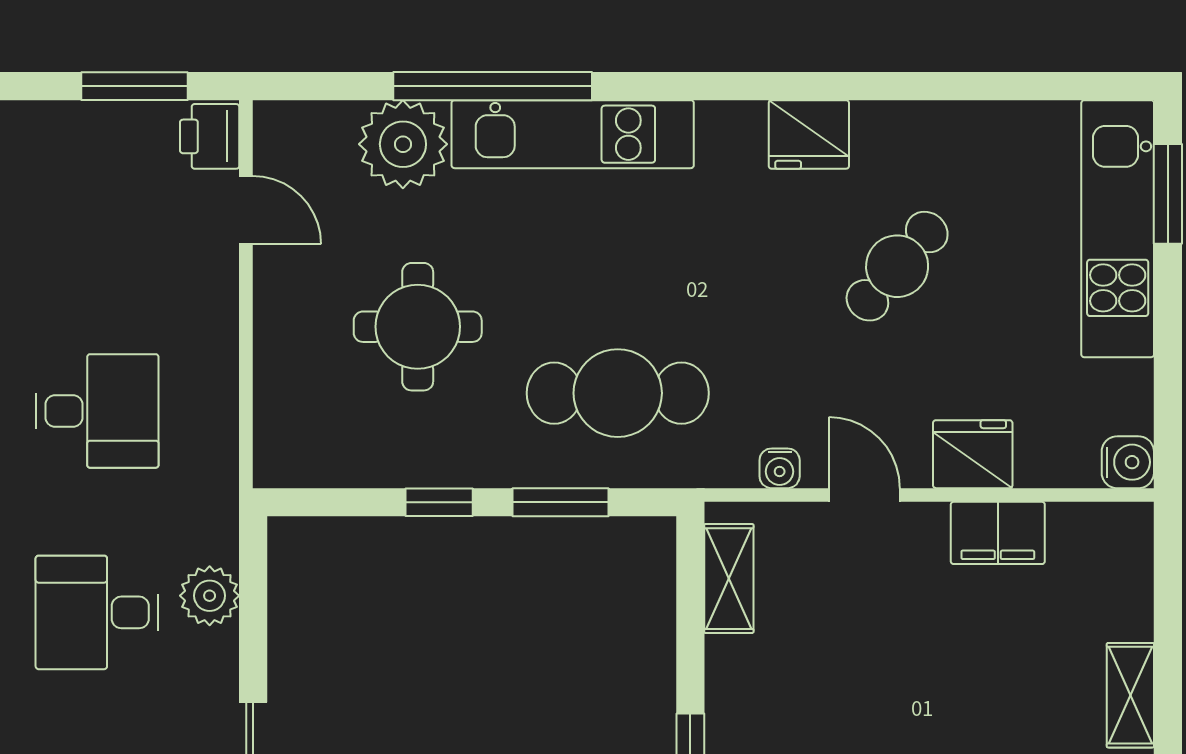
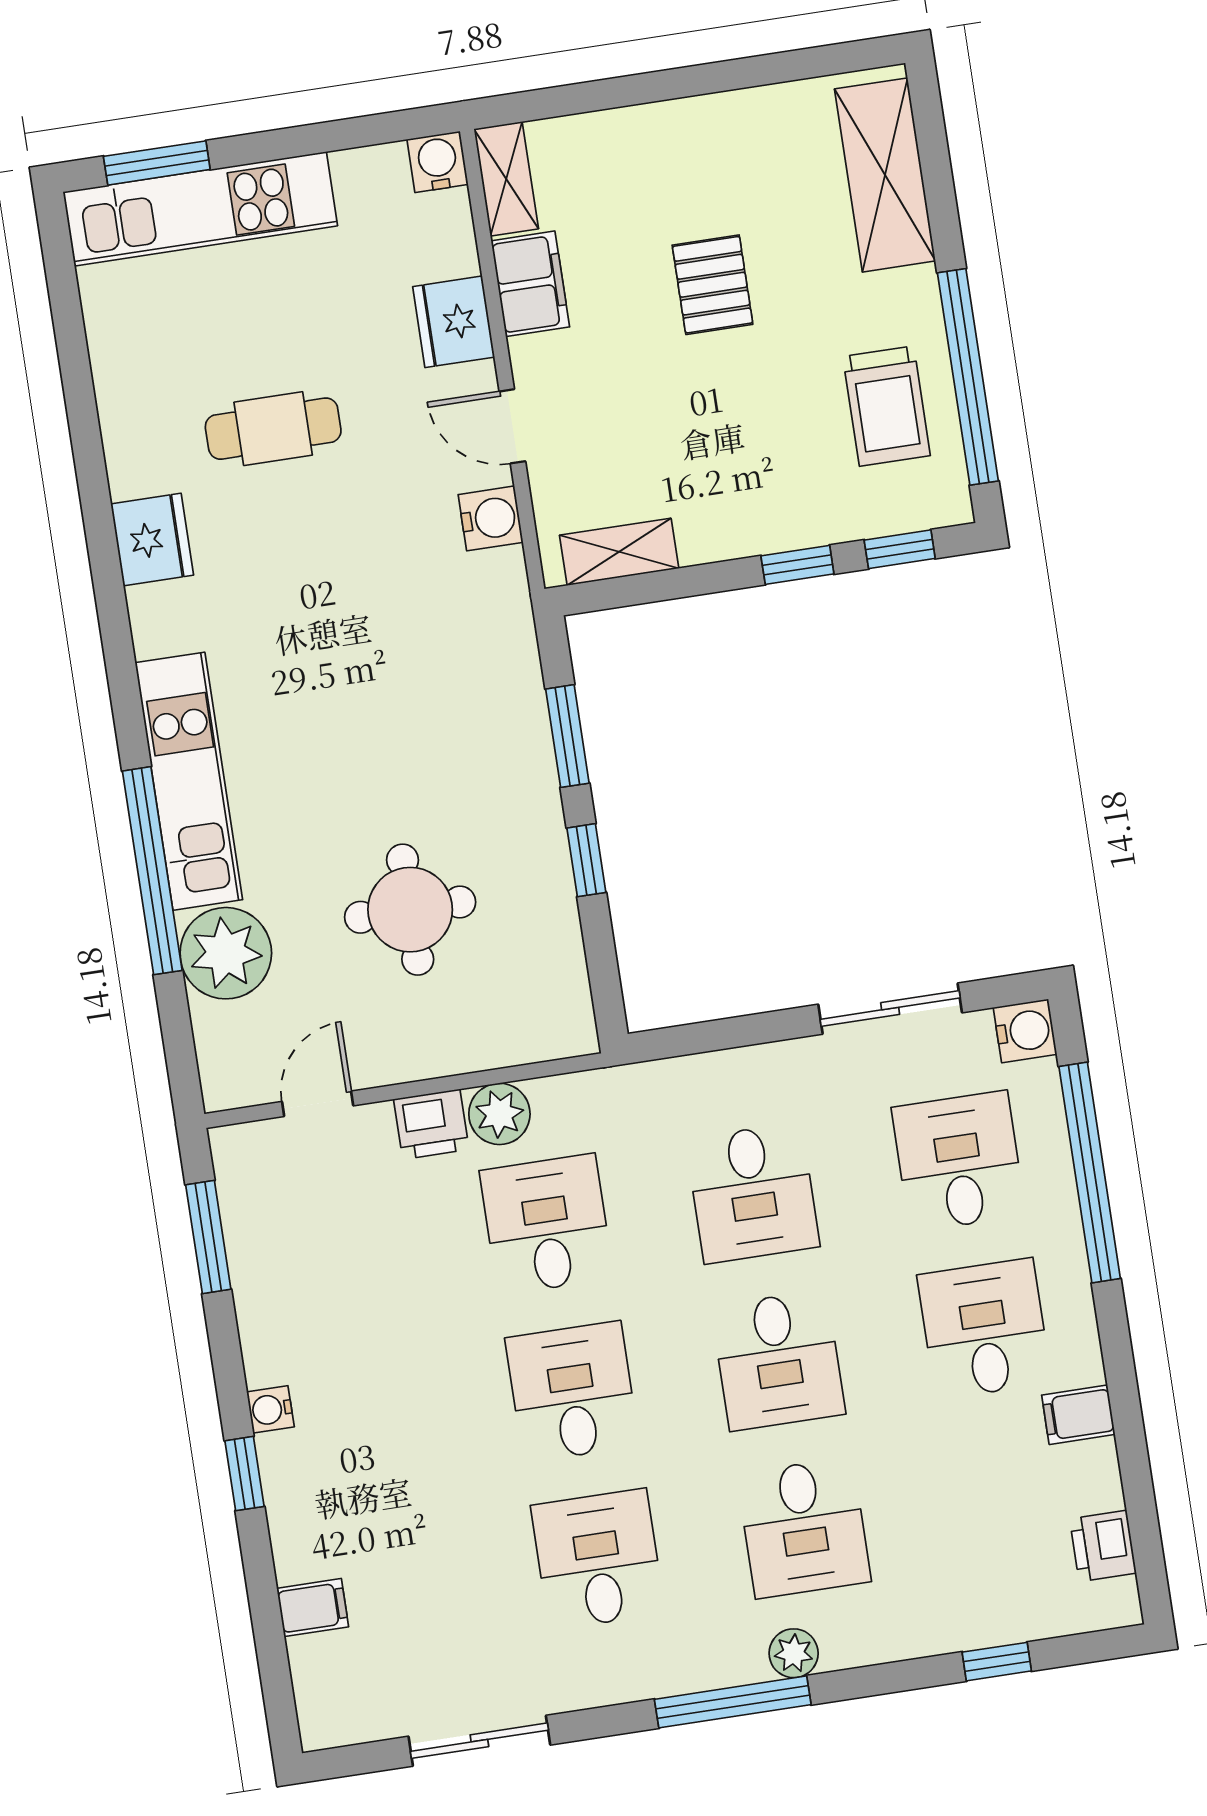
printer: (210, 136) -> (431, 1124), moved
cafe table: (897, 266) -> (273, 429), turned -41
cafe table: (618, 393) -> (447, 695), removed
water cooler: (780, 468) -> (491, 518), width x1.38, depth x1.38
door: (864, 495) -> (512, 426), hinge flipped
plant: (210, 596) -> (499, 1114), moved
shelving: (1130, 695) -> (506, 179), moved, turned 90
pallet: (970, 707) -> (713, 285), added

